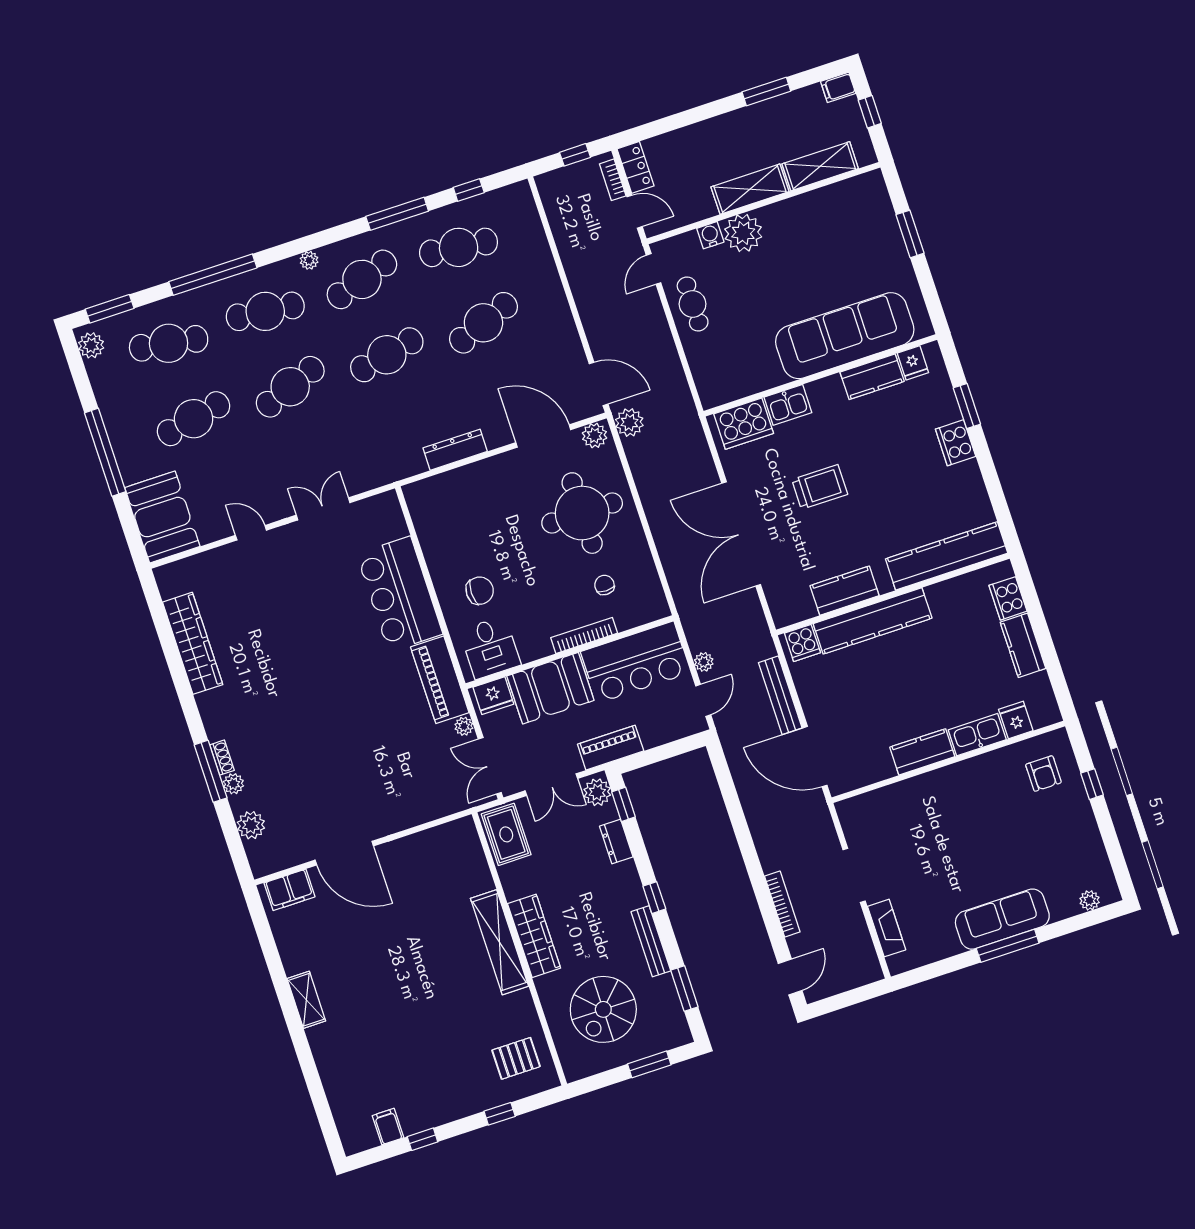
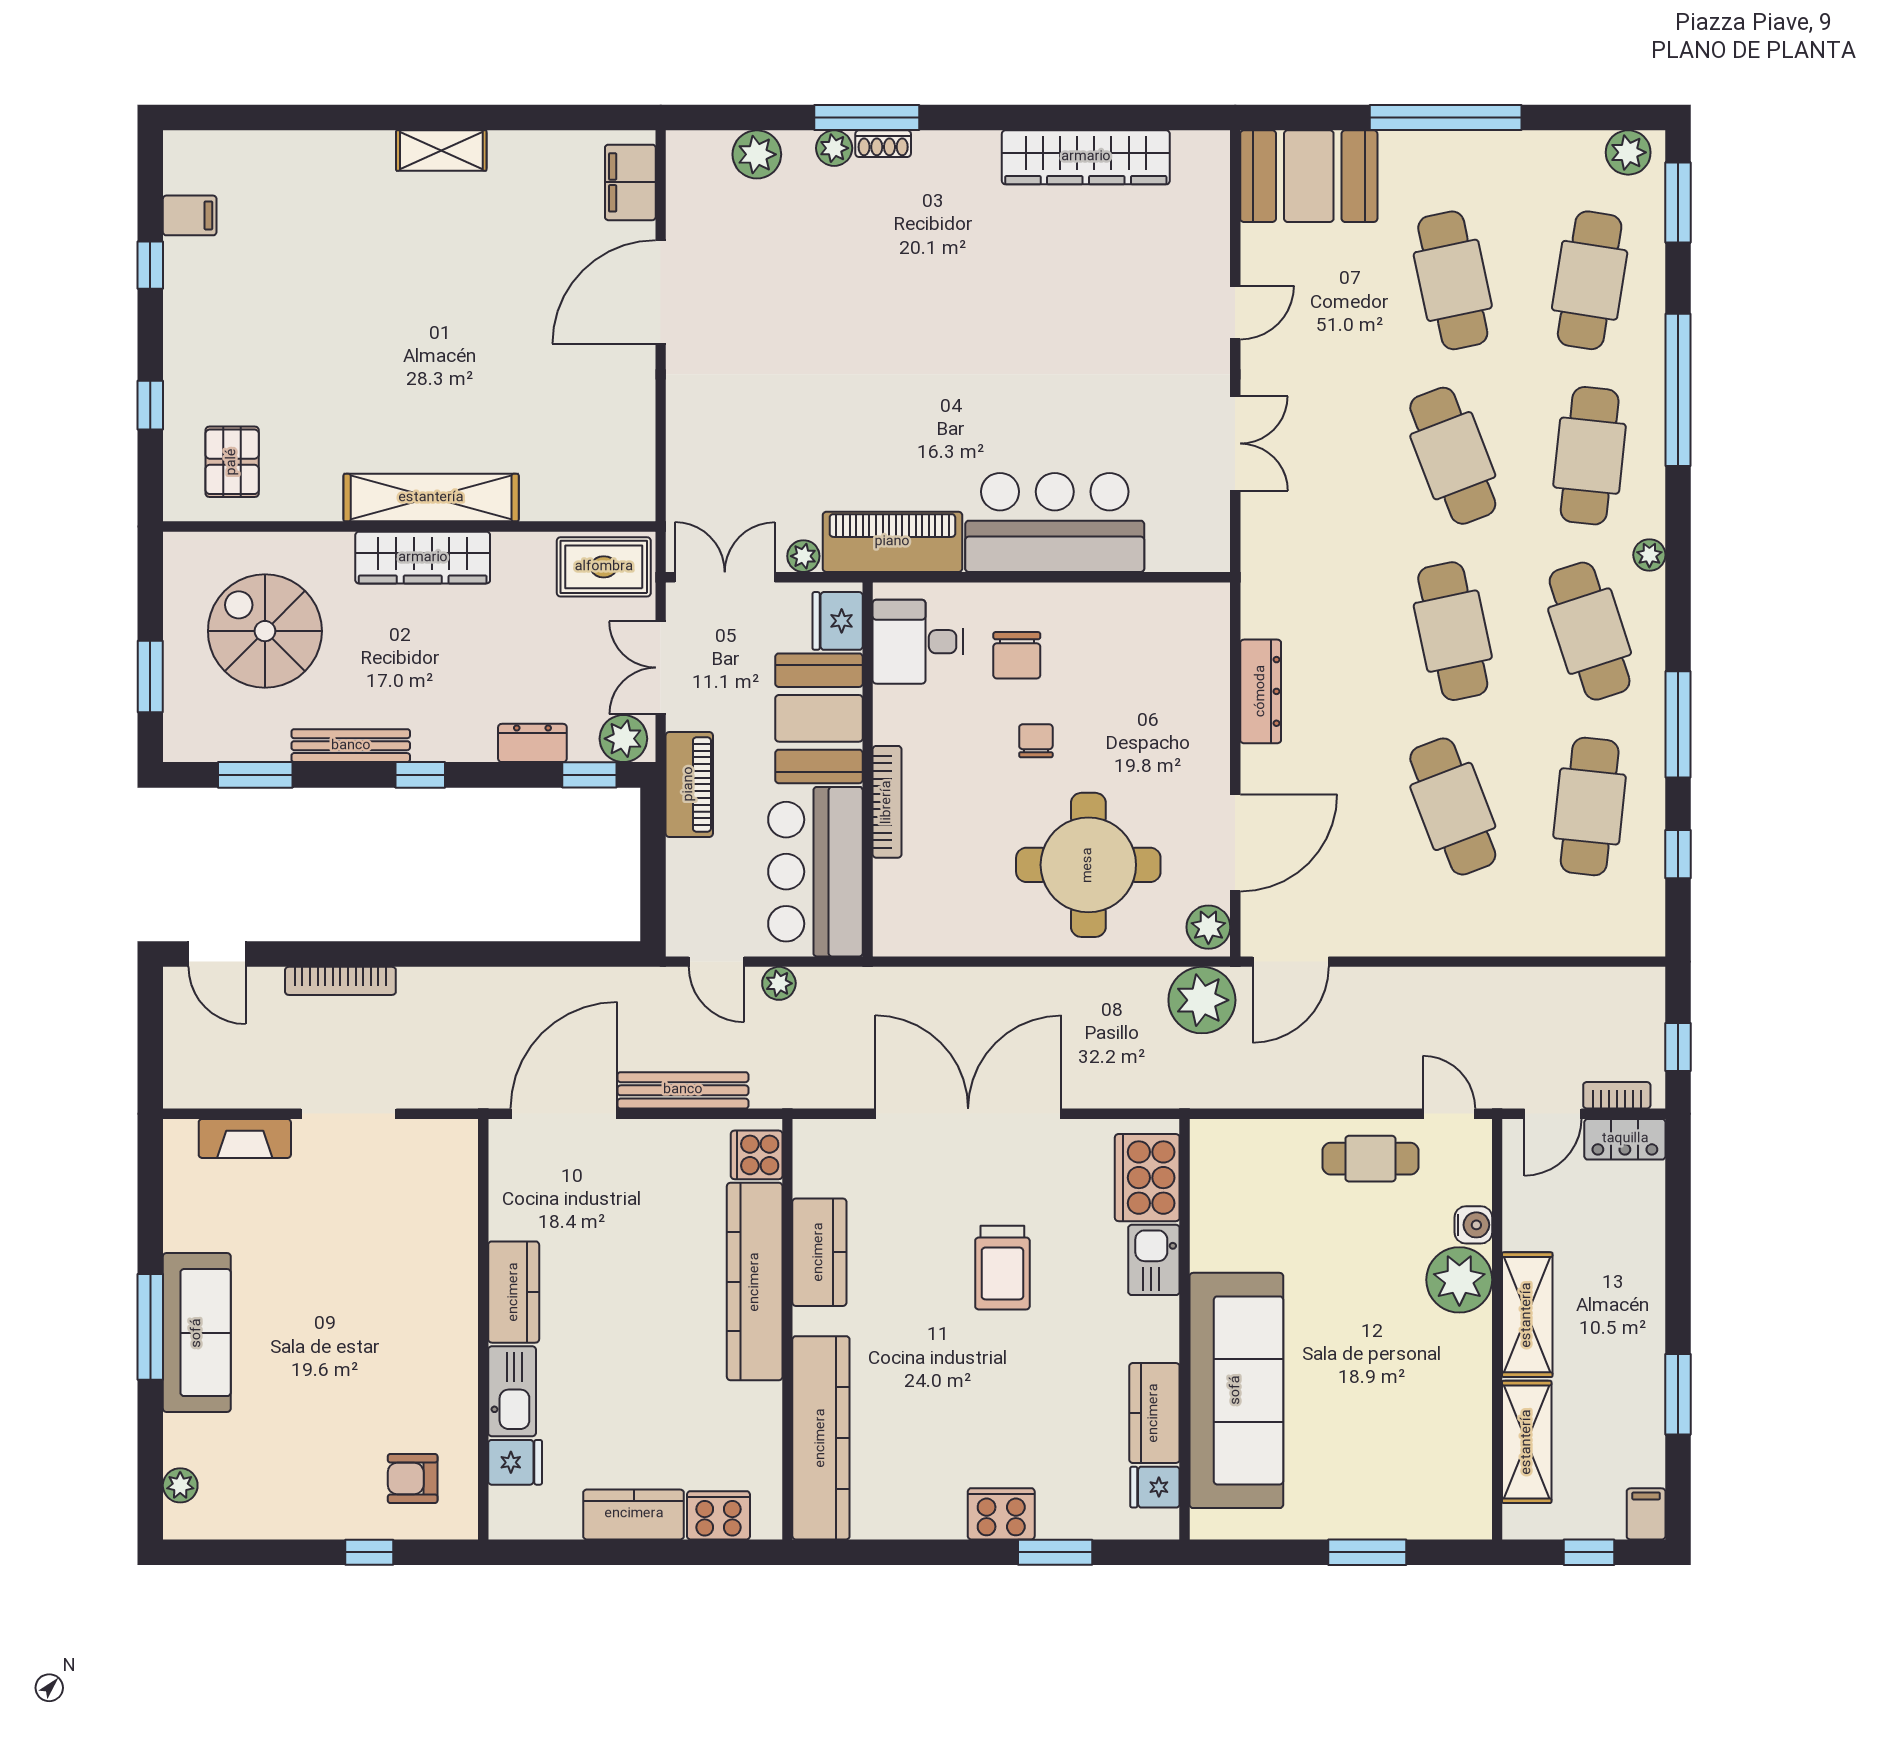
plant: (629, 422) -> (1202, 1000), width x1.36, depth x1.36
chair: (604, 585) -> (1036, 741), moved, turned -90

